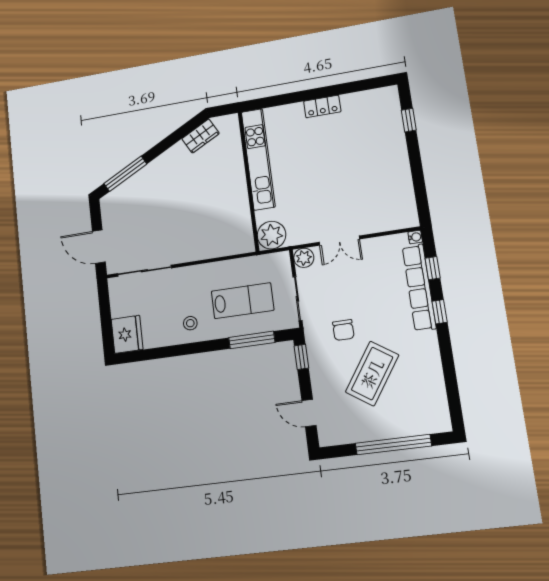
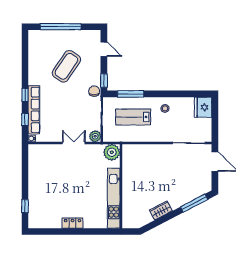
wardrobe: (201, 136) -> (161, 210), moved
chair: (343, 330) -> (94, 91), moved

